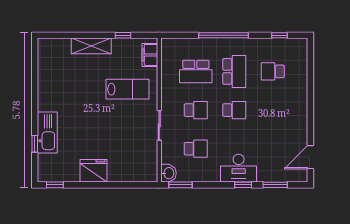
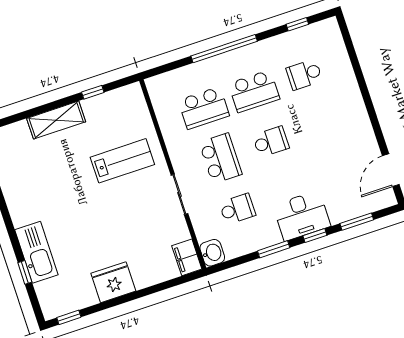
filing cabinet: (150, 55) -> (187, 257), moved
school desk: (234, 71) -> (254, 91), turned 90
school desk: (196, 110) -> (221, 158), width x1.85
window: (180, 185) -> (274, 249), moved

